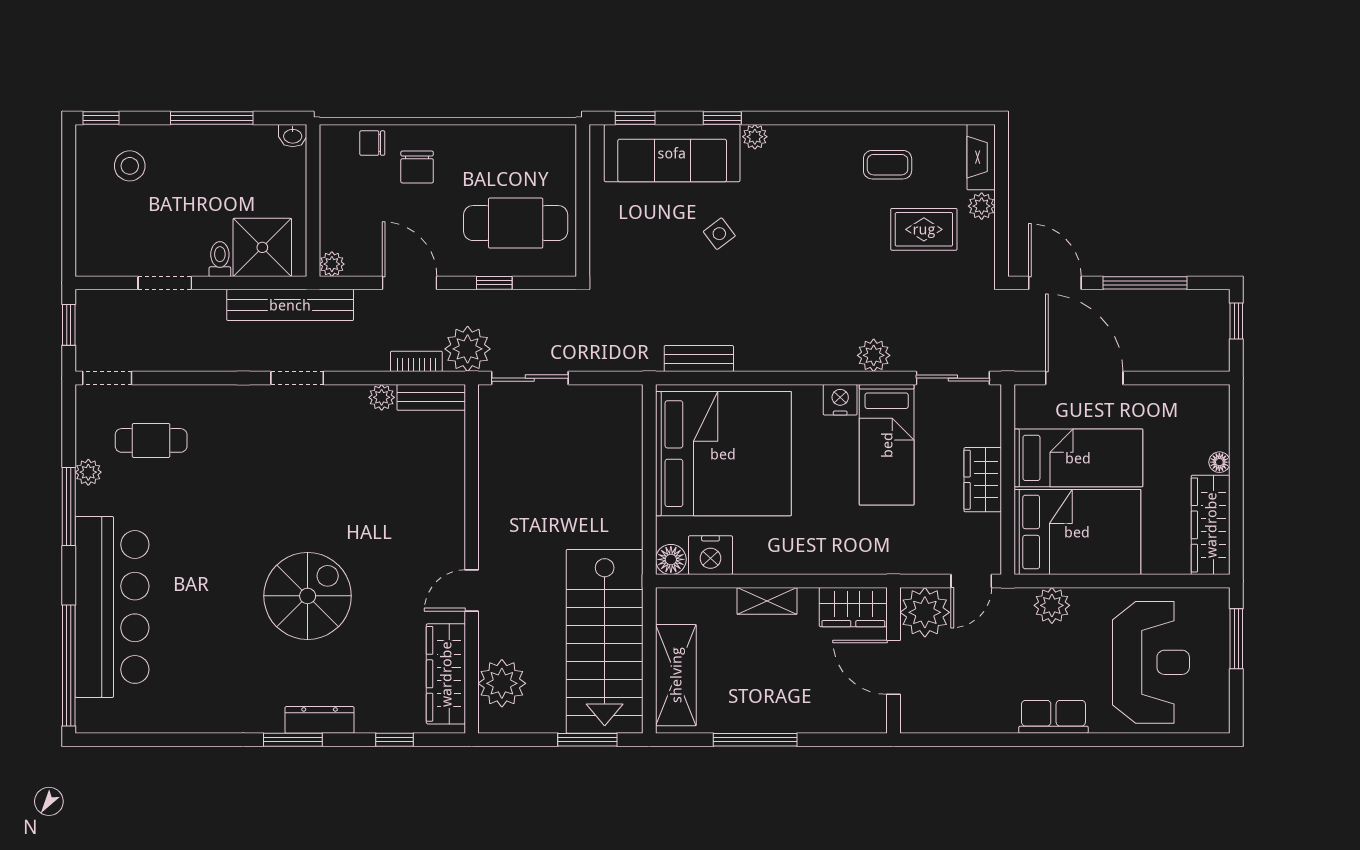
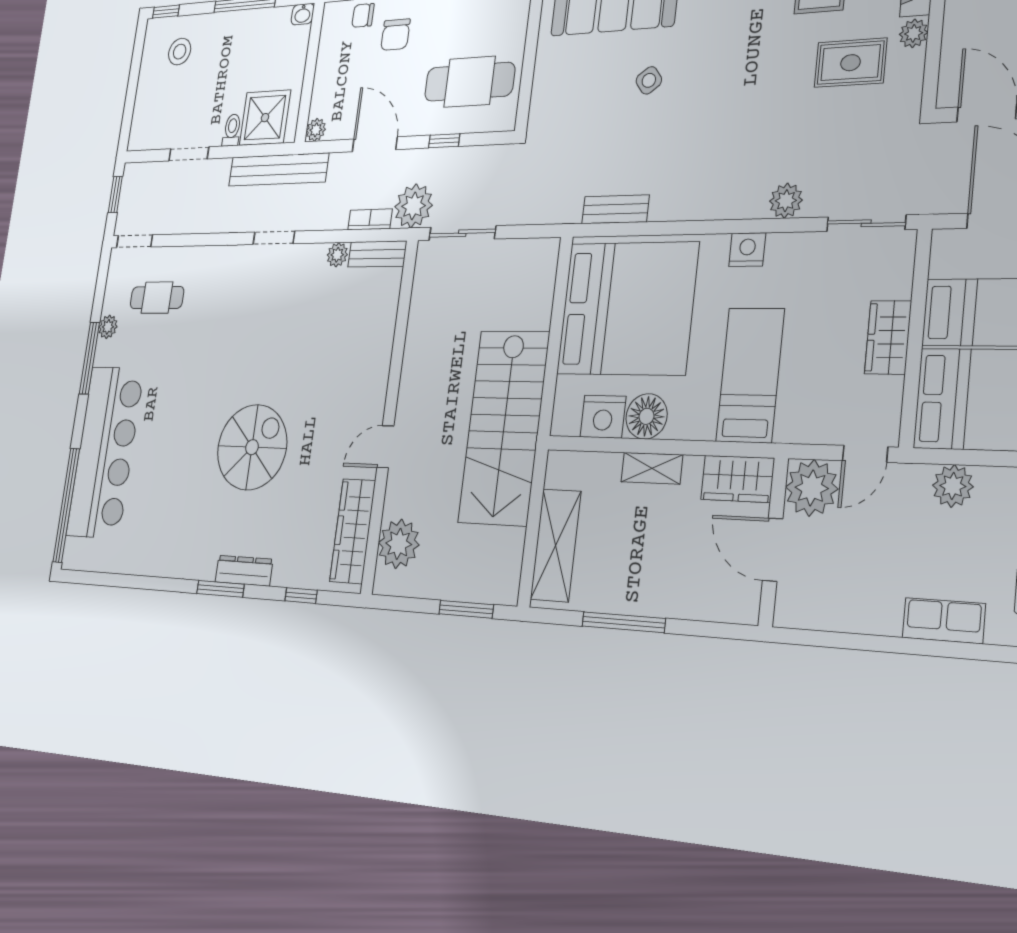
bed: (887, 445) -> (750, 375), moved, turned 180
floor lamp: (671, 559) -> (647, 416), moved, width x1.38, depth x1.38
stairs: (605, 641) -> (504, 427), moved

